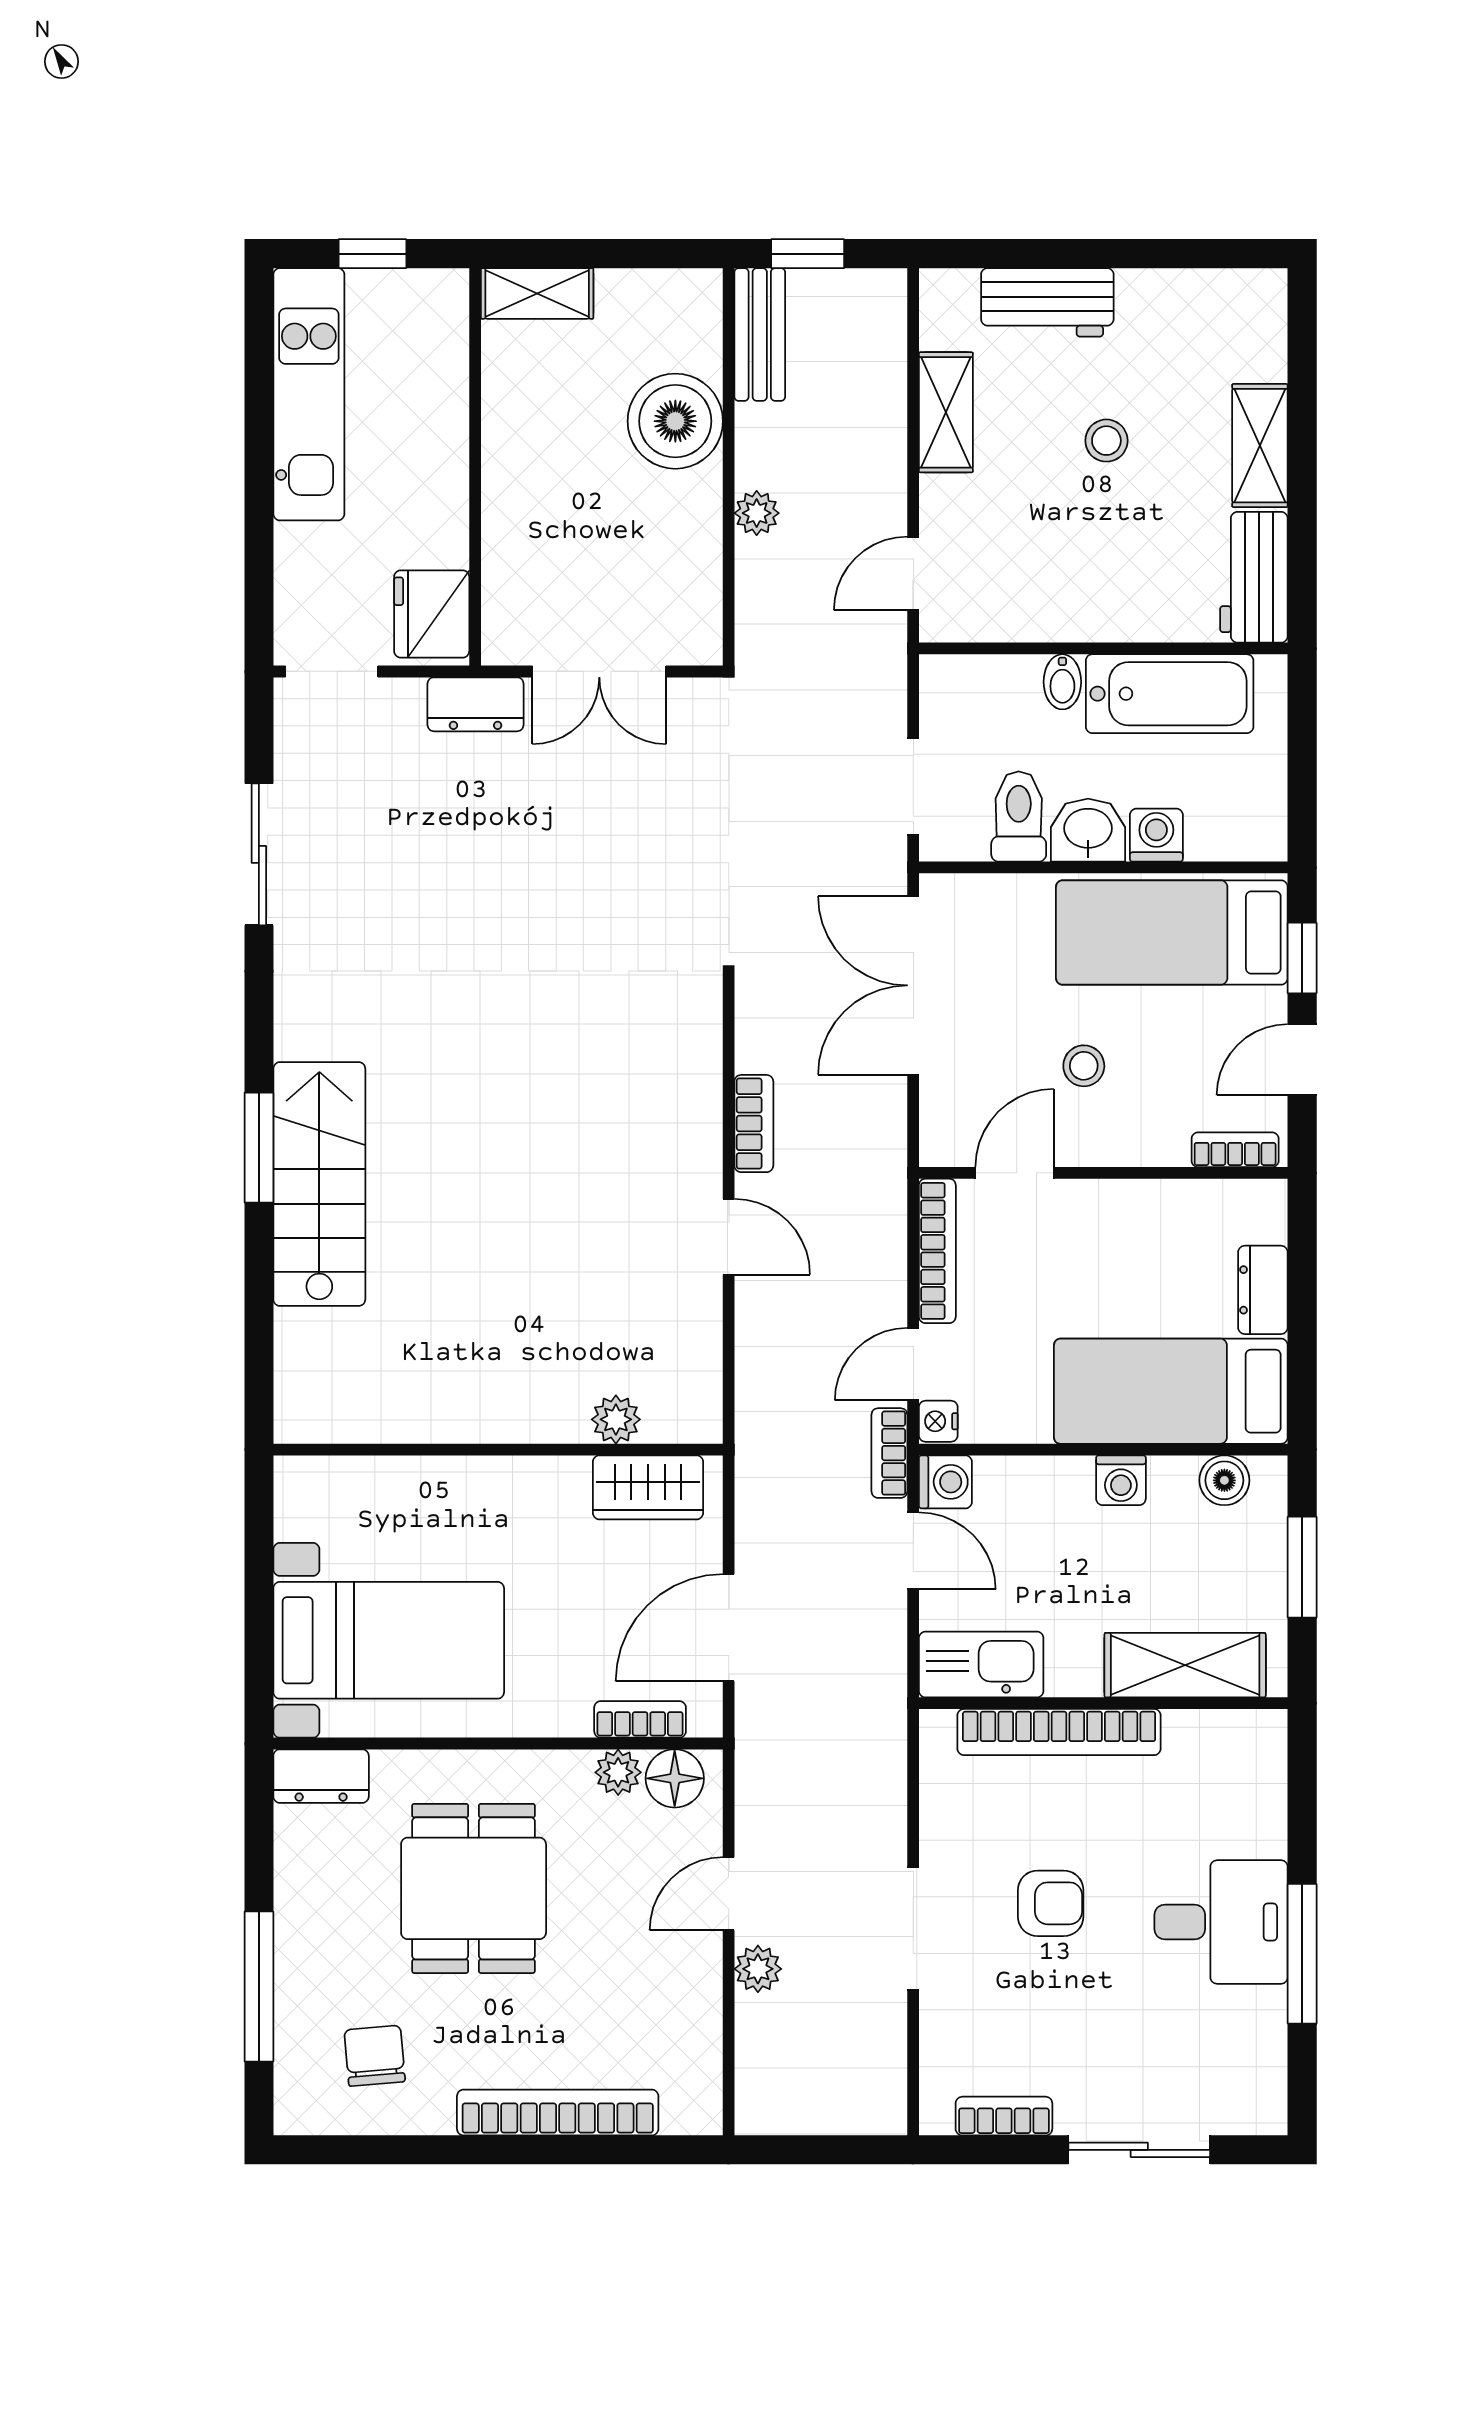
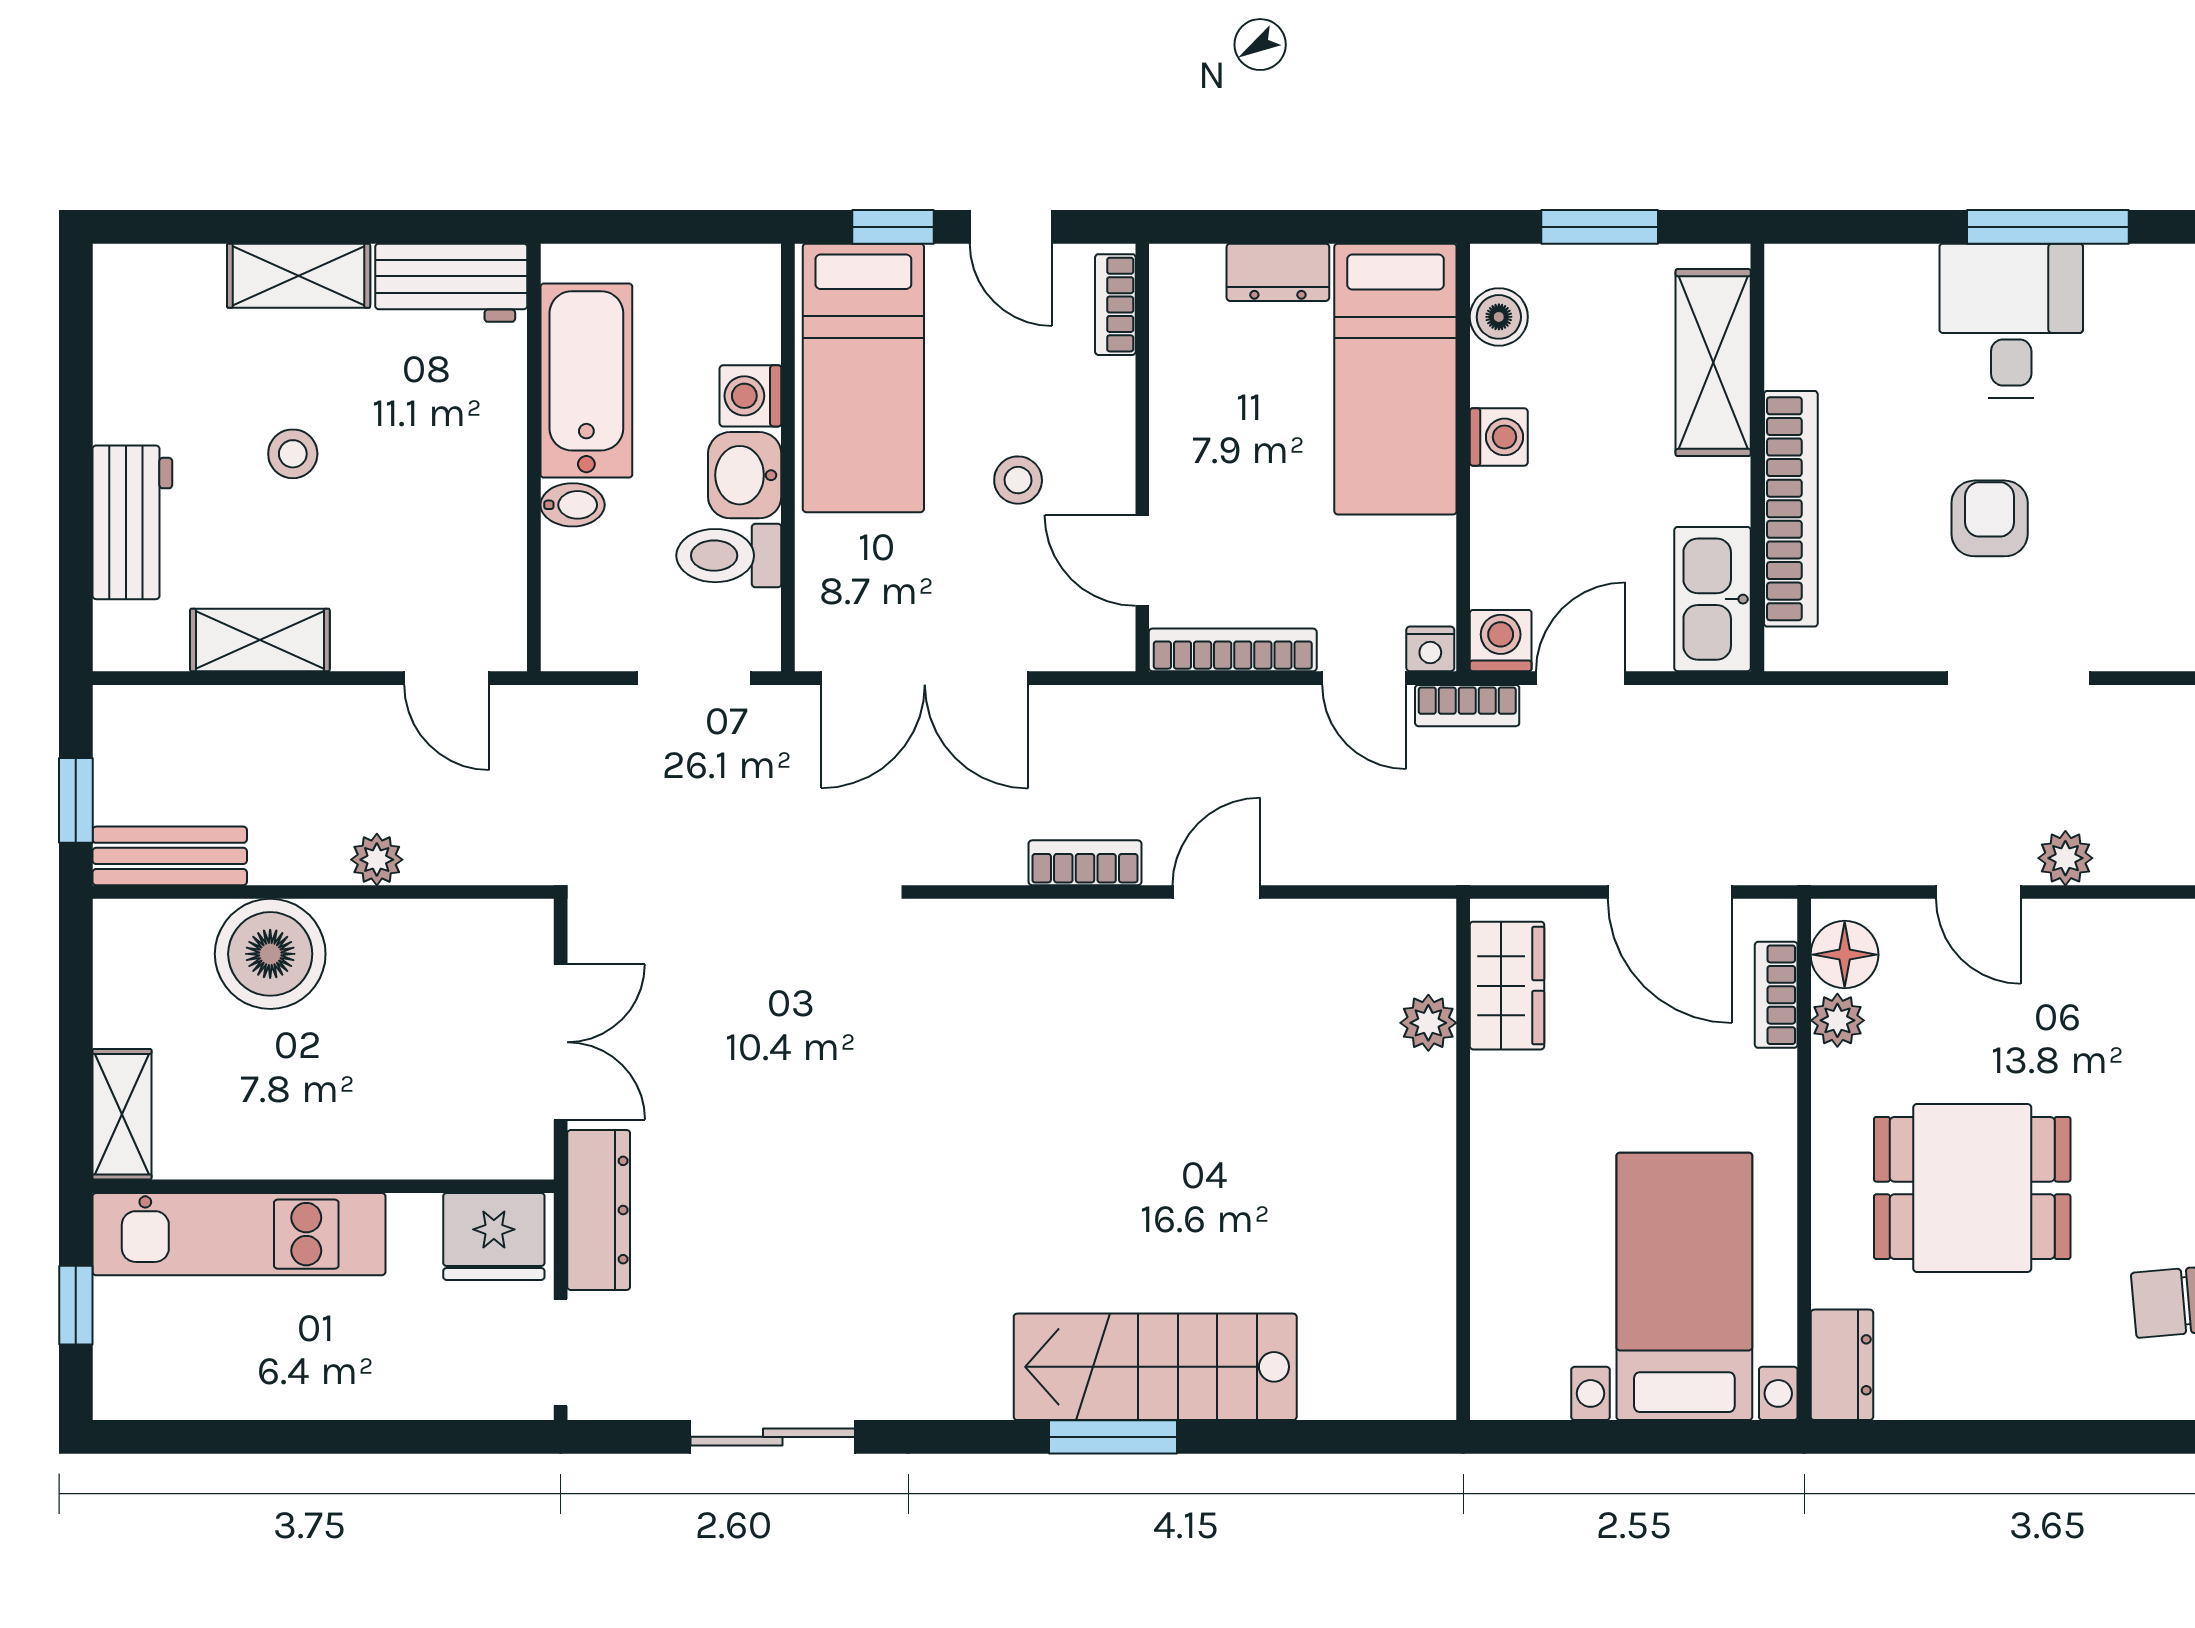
kitchen unit: (309, 394) -> (239, 1234), moved, turned 180
dresser: (476, 704) -> (599, 1210), width x1.44
window: (259, 1986) -> (2086, 1437), removed

